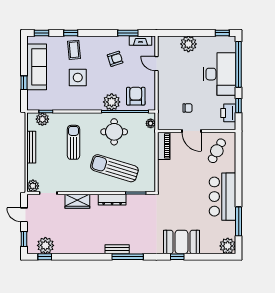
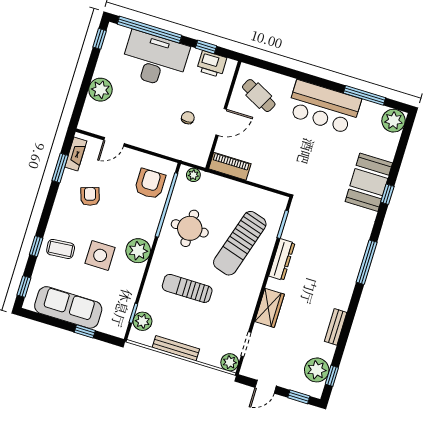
armchair: (136, 96) -> (150, 184), turned 90
plant: (112, 102) -> (138, 251), moved
bench: (117, 249) -> (336, 327), moved

